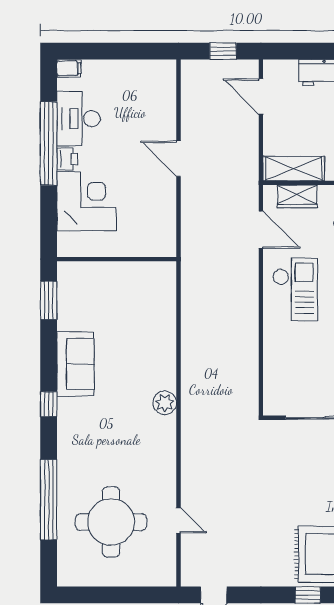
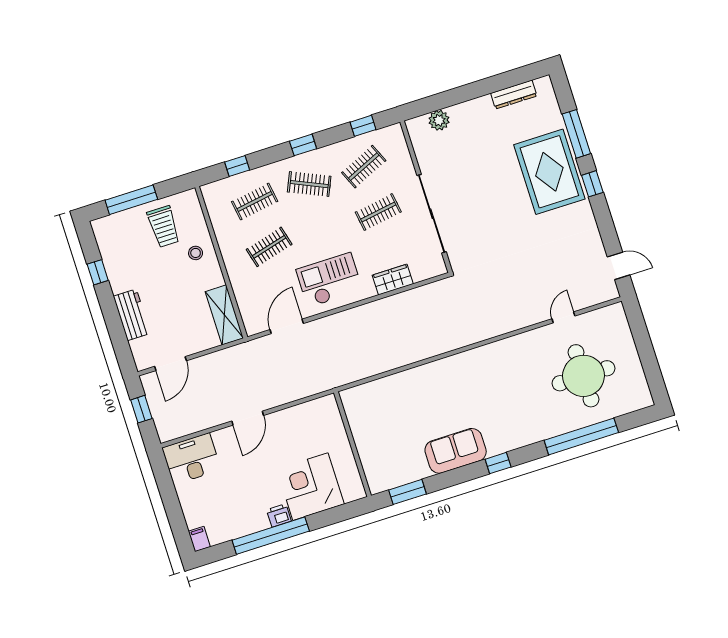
desk: (78, 119) -> (191, 459), moved, turned 180
wardrobe: (297, 196) -> (393, 280), moved, turned -90
plant: (165, 403) -> (465, 362), removed

